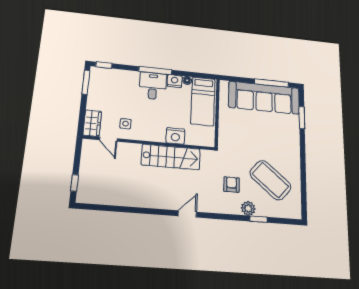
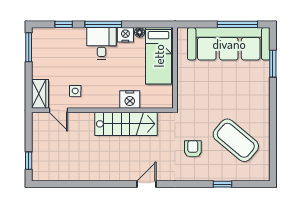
window: (104, 65) -> (64, 24), moved
plant: (248, 208) -> (211, 173), removed

